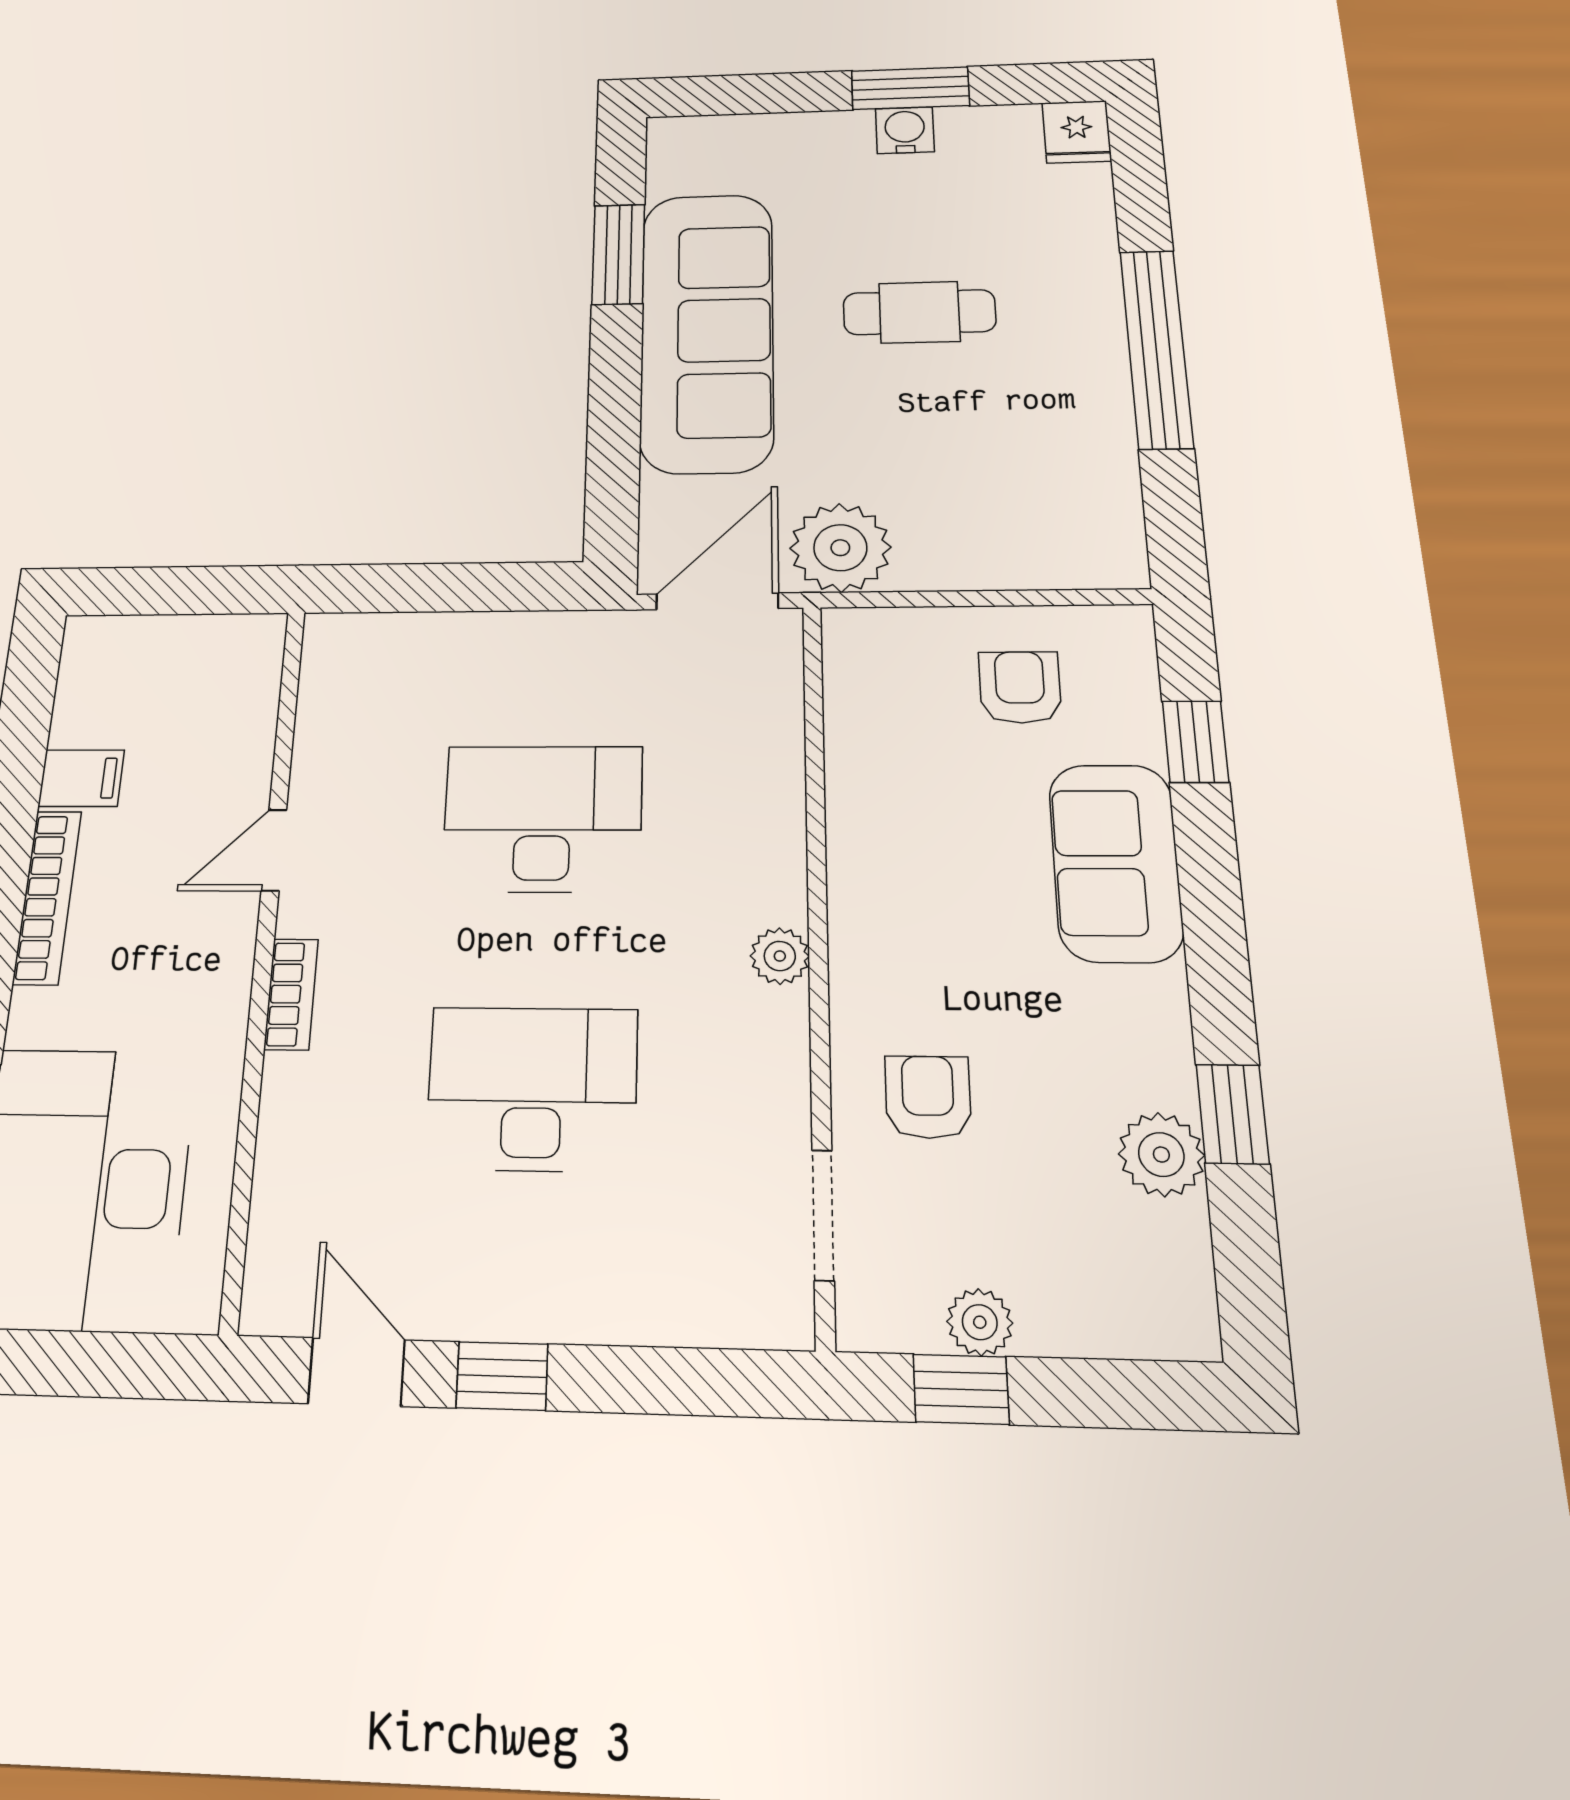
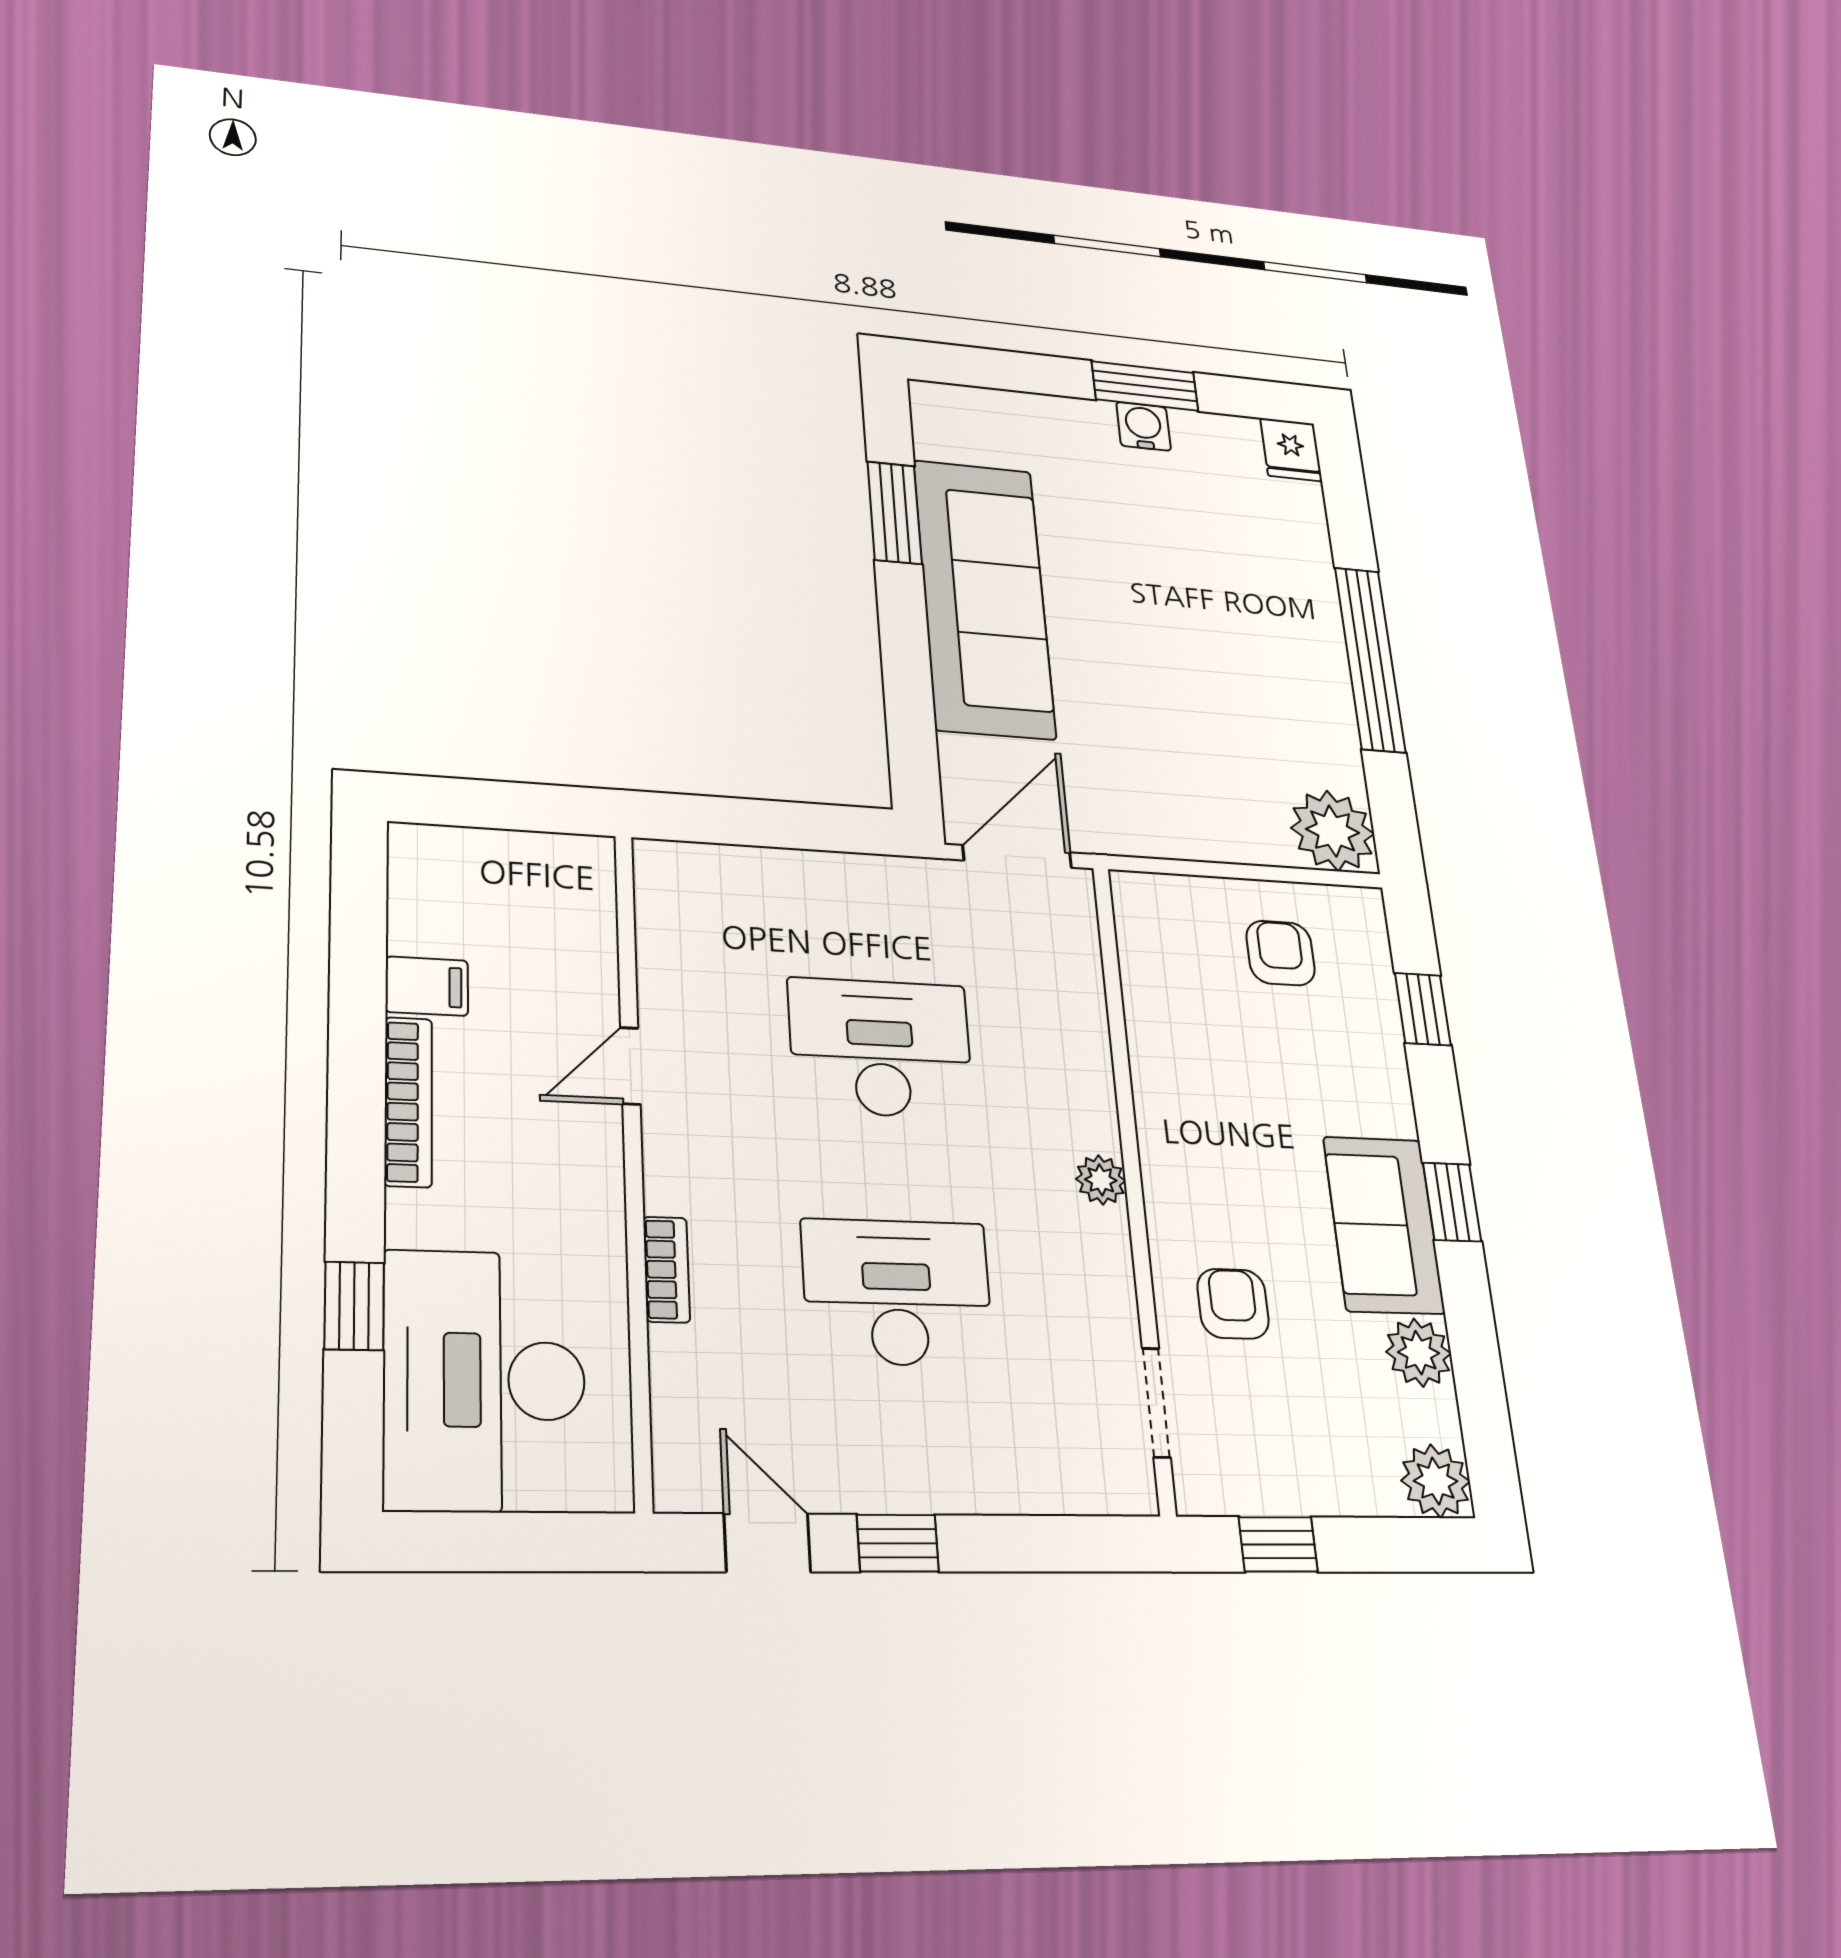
cafe table: (919, 312) -> (1170, 603), removed
plant: (840, 548) -> (1333, 831), moved
sofa: (1116, 862) -> (1384, 1225), moved
bookcase: (291, 994) -> (667, 1269), moved
window: (1232, 1114) -> (1452, 1202), moved
plant: (980, 1322) -> (1436, 1481), moved, width x1.38, depth x1.38

